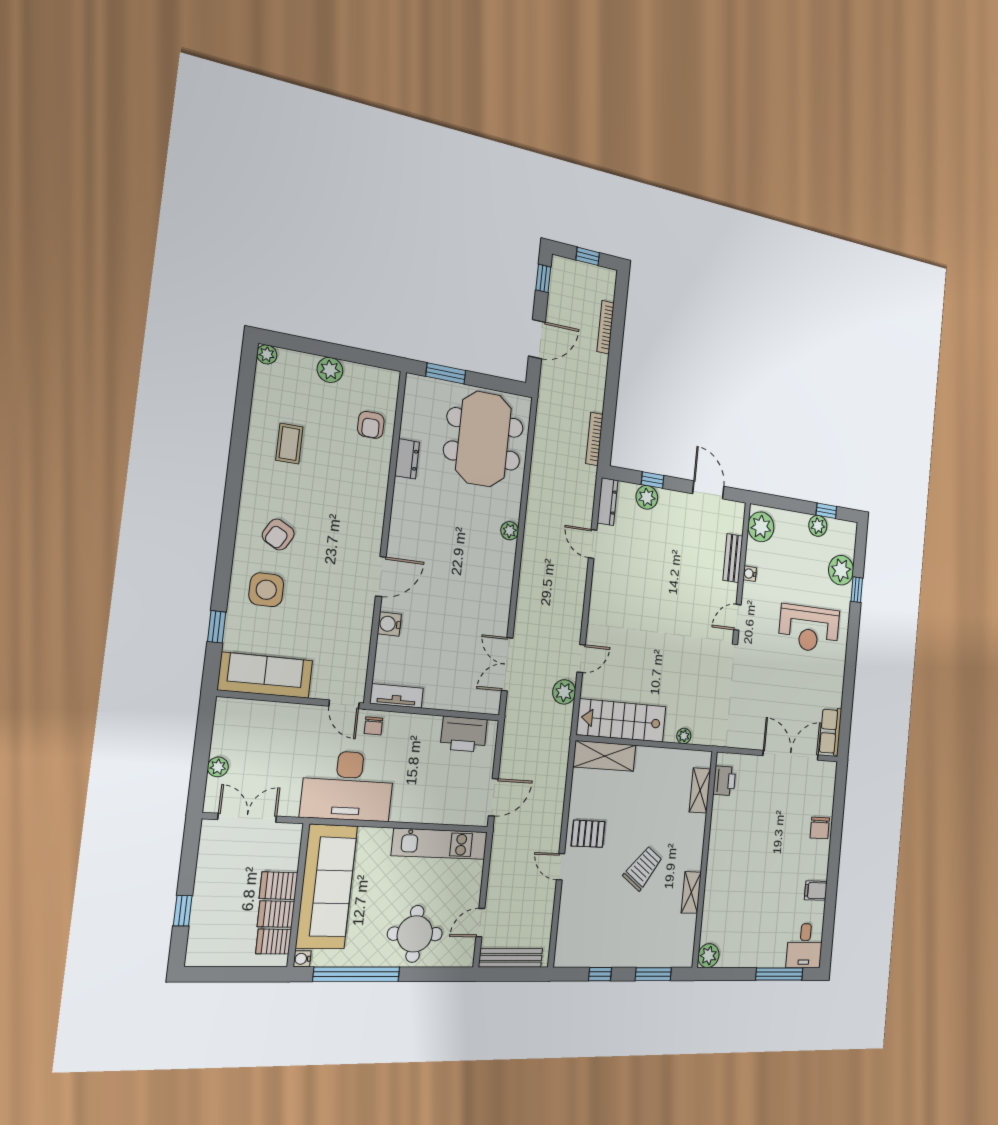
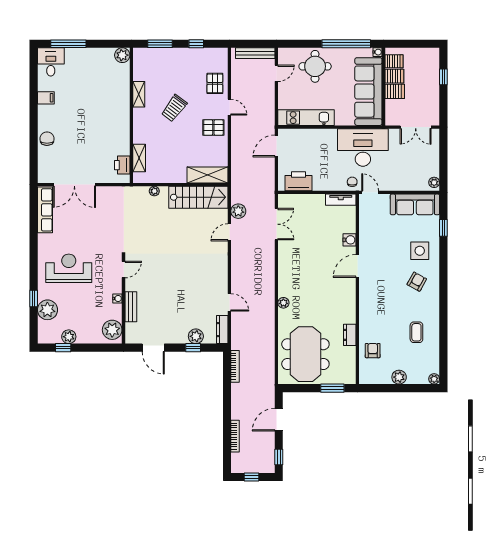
row of seats: (831, 731) -> (45, 210), width x1.48
plant: (218, 767) -> (434, 182), moved
pallet: (579, 907) -> (215, 83), added

